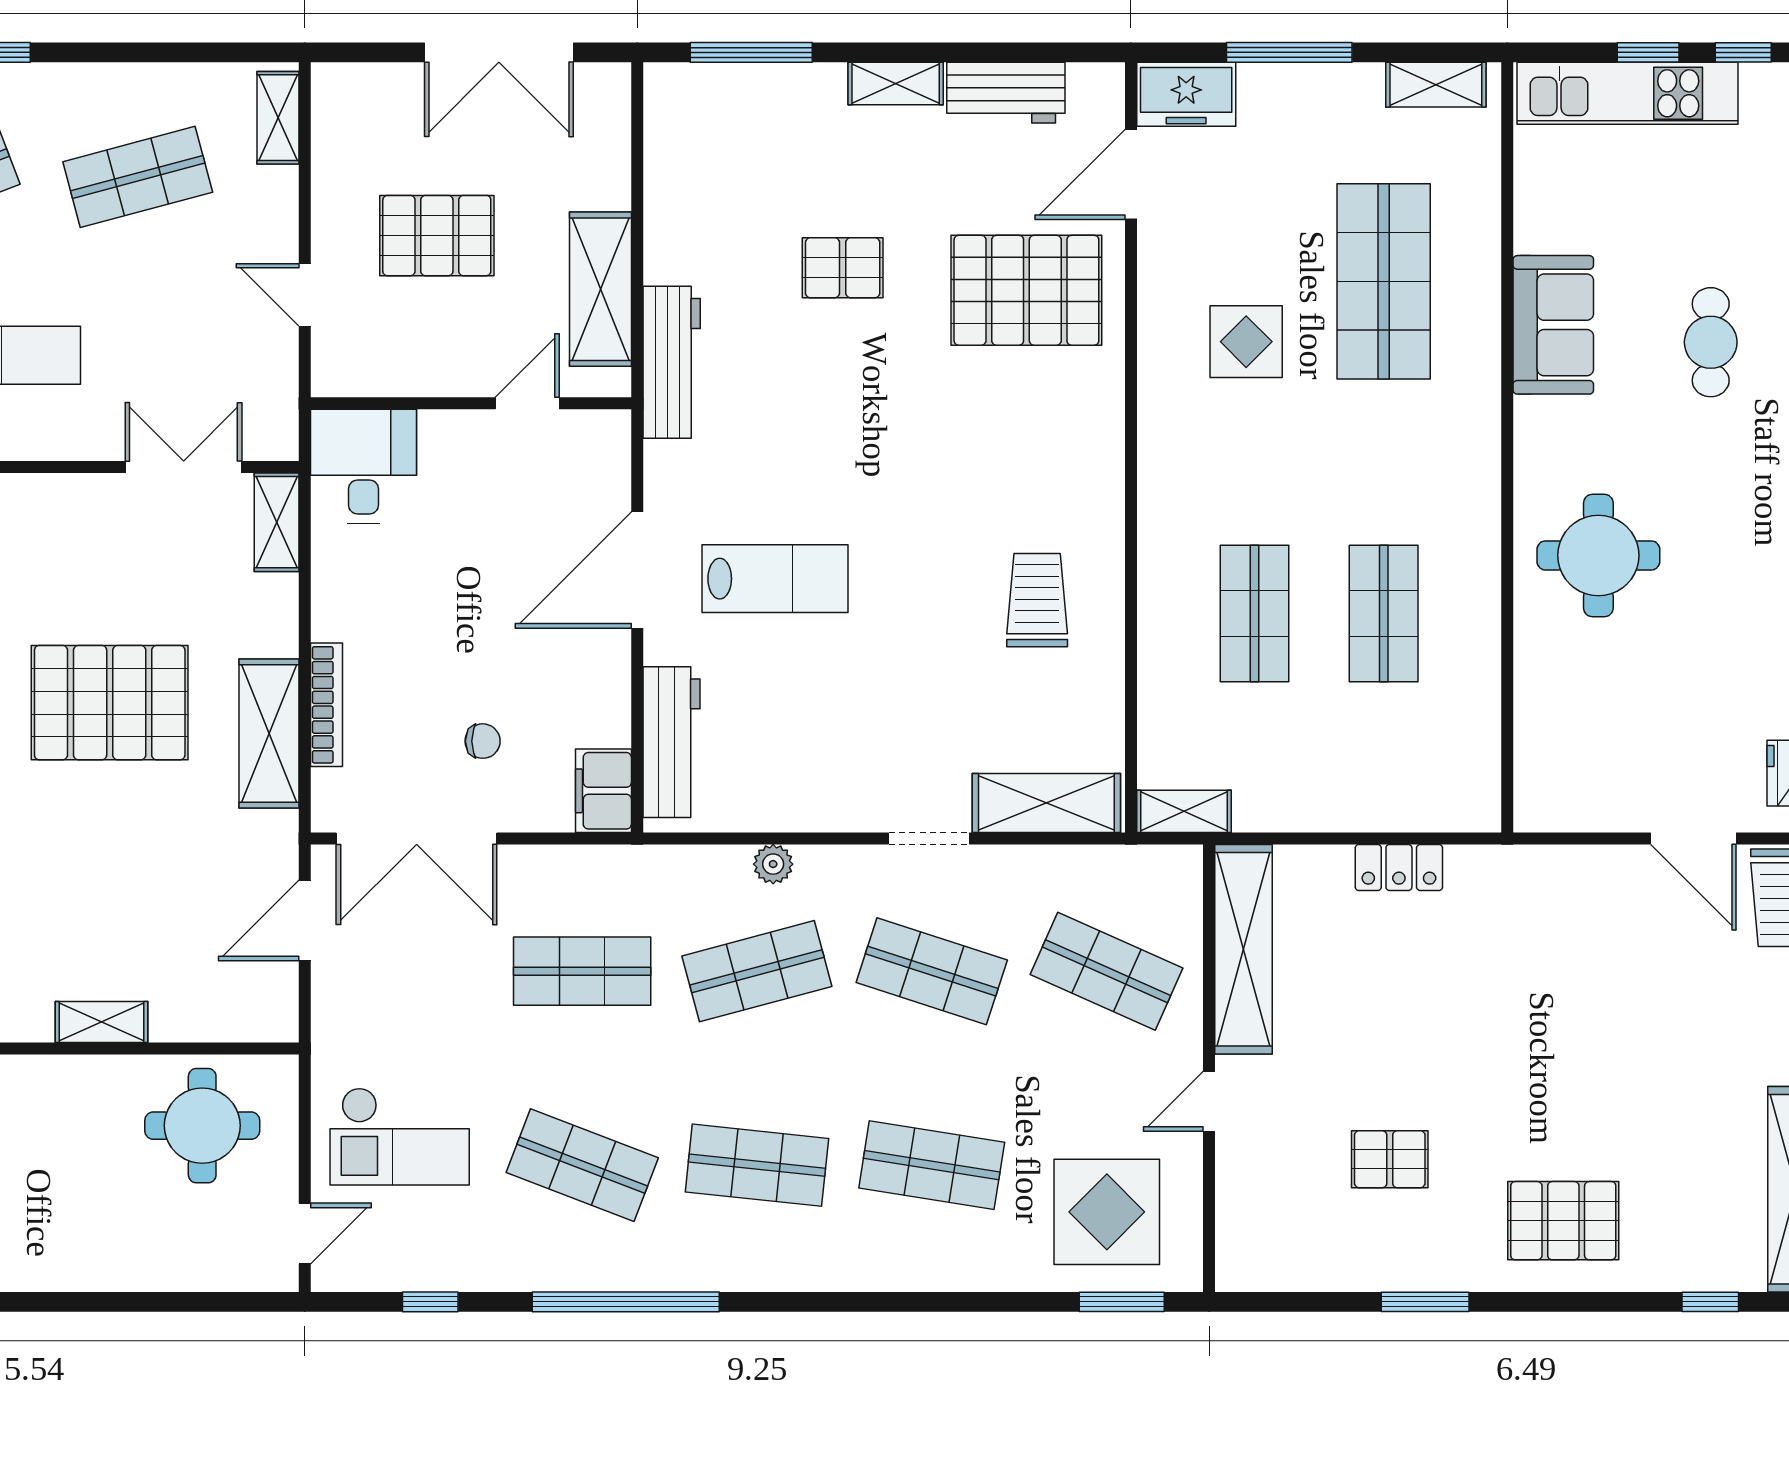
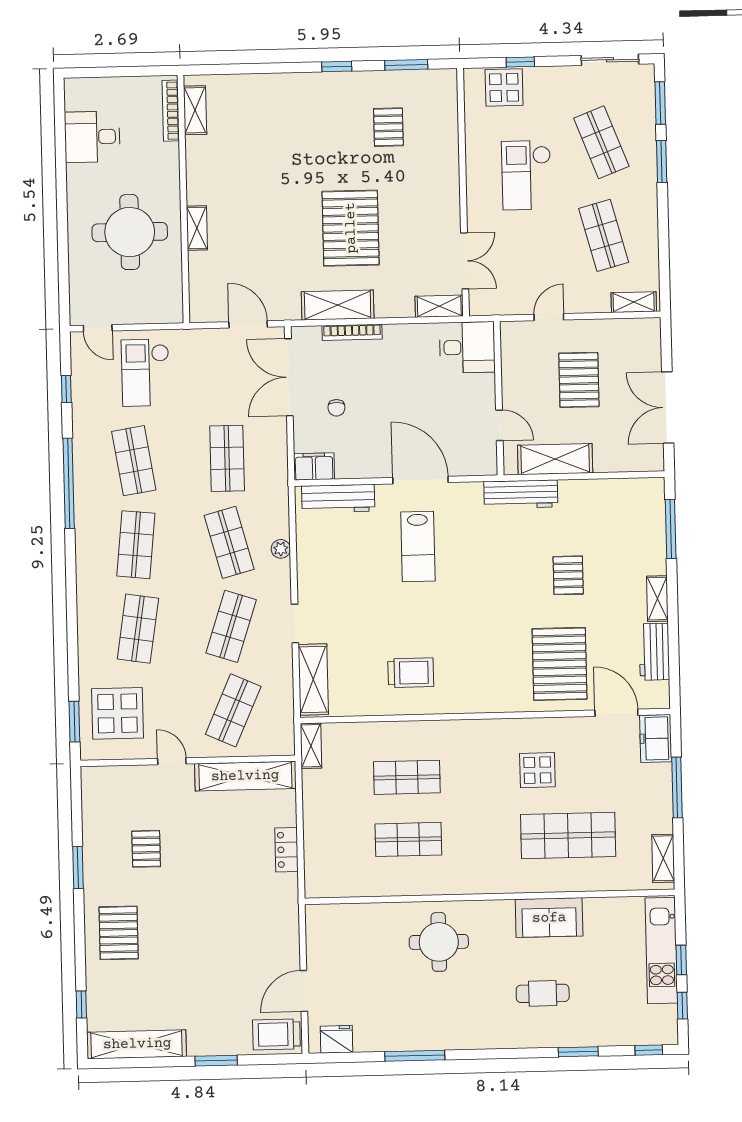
round table: (202, 1126) -> (130, 232), moved, width x1.36, depth x1.36
shop shelf: (582, 1165) -> (134, 461), turned -30

